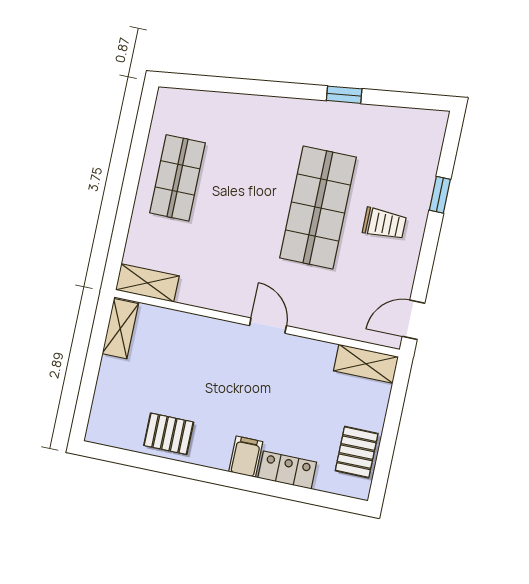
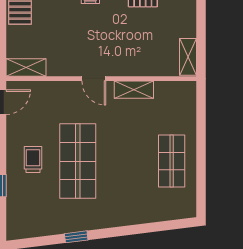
trolley: (384, 224) -> (33, 160), turned 90
shelving: (147, 283) -> (134, 90), moved

